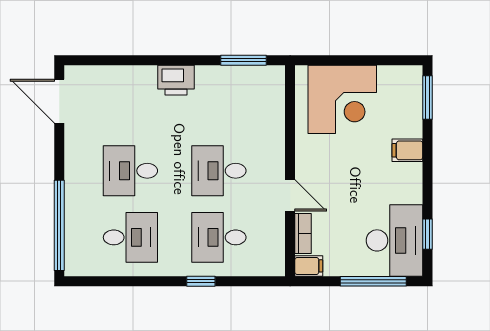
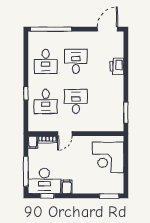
printer: (176, 80) -> (117, 66), moved
filing cabinet: (407, 150) -> (67, 187), moved
desk: (219, 237) -> (46, 101), turned 180

